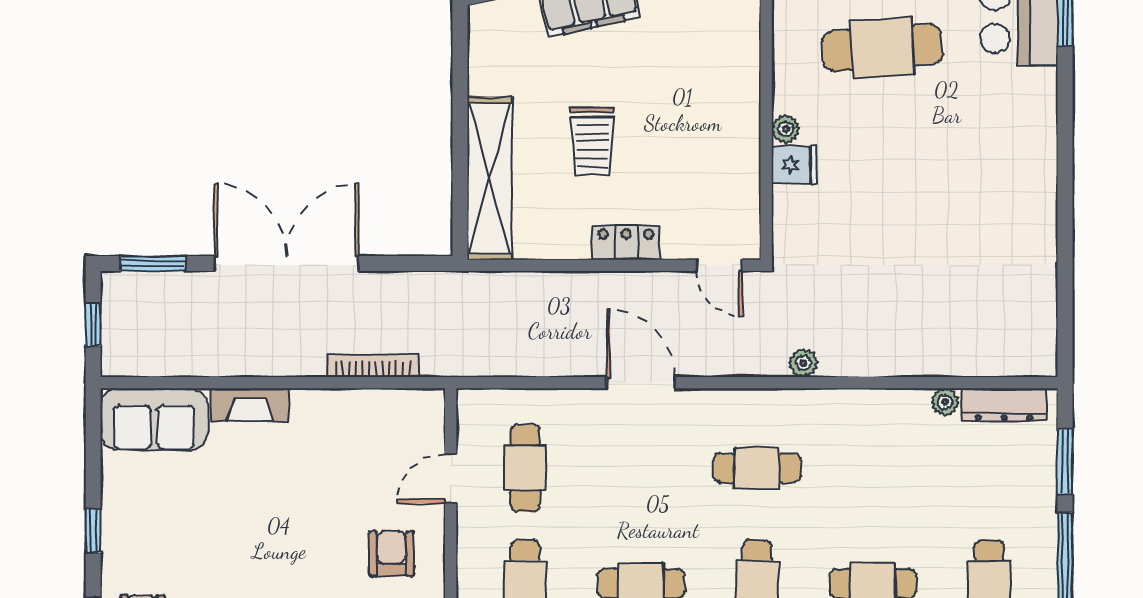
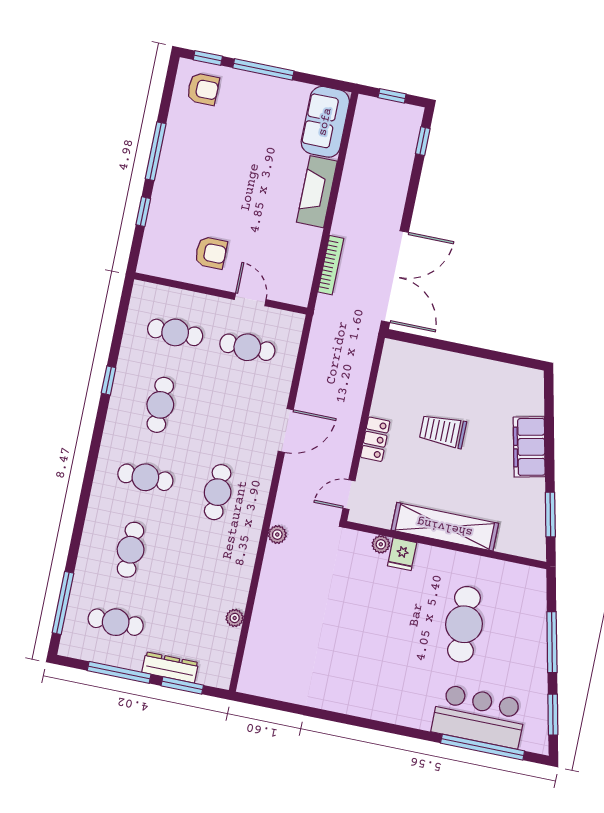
plant: (786, 129) -> (381, 544), moved
shelving: (489, 178) -> (445, 527), moved
window: (153, 263) -> (423, 141), width x0.67
double door: (286, 263) -> (395, 277), moved
fireplace: (250, 405) -> (317, 192), width x1.37, depth x1.32
dresser: (1004, 405) -> (170, 667), moved, turned 90
window: (93, 531) -> (263, 69), width x2.17

